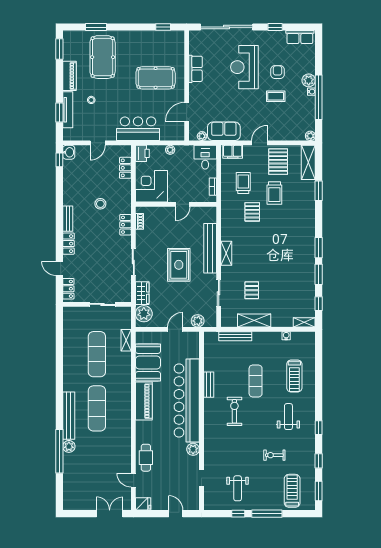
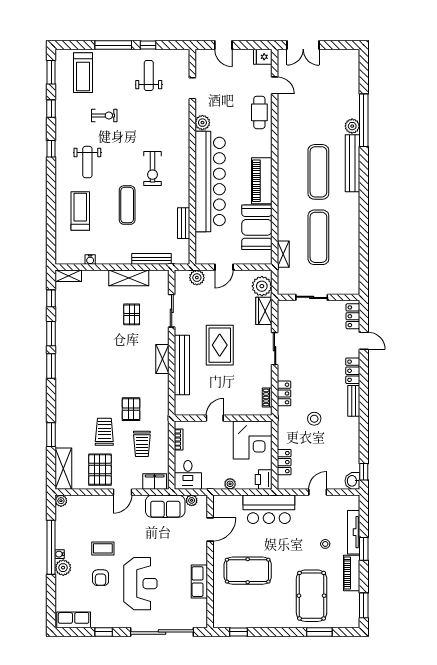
window: (59, 112) -> (364, 549), moved
bench: (209, 385) -> (184, 223), moved

